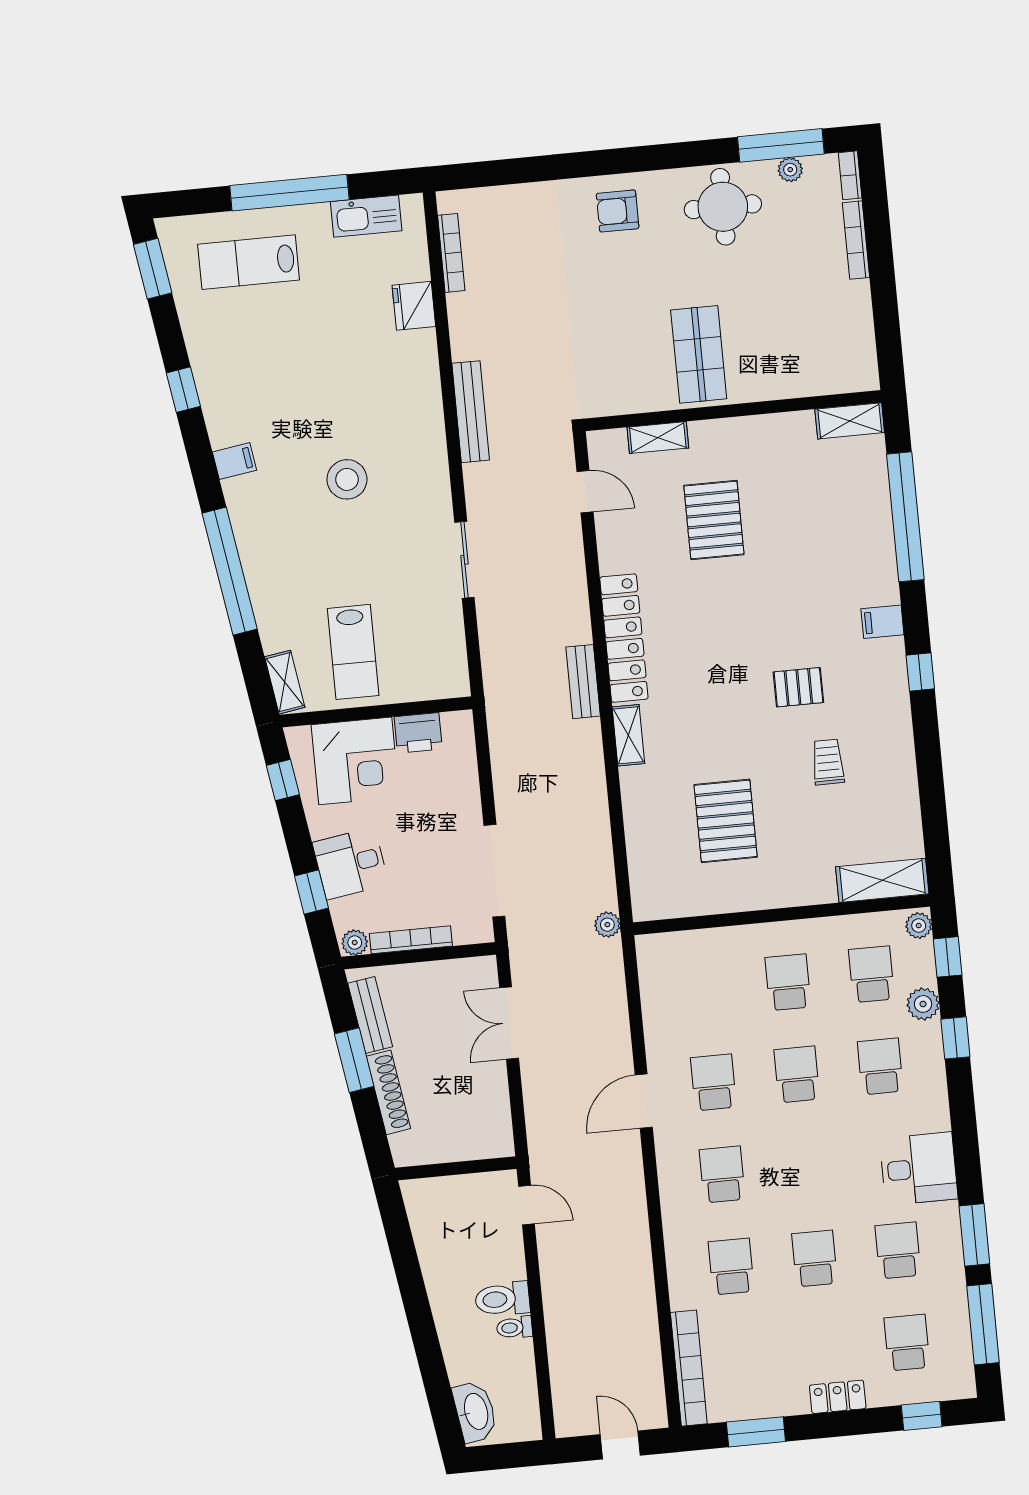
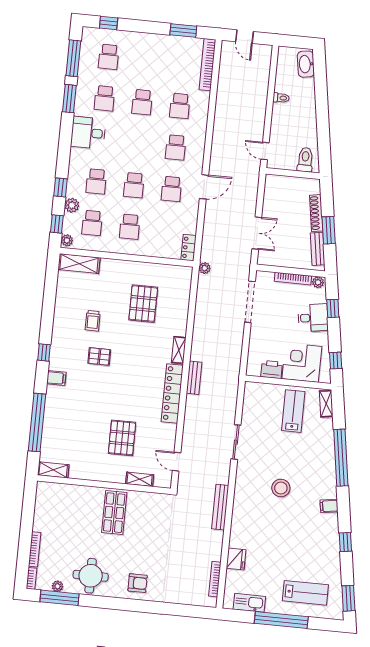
toilet: (502, 1299) -> (305, 160), moved, turned -90
locker: (838, 1397) -> (189, 248), moved, turned 90

